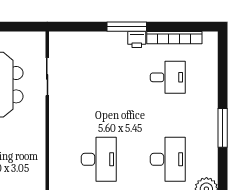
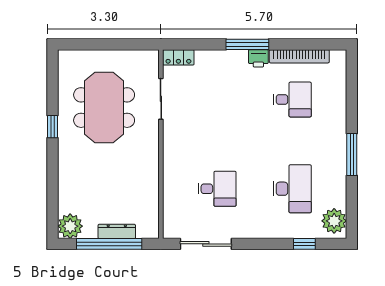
locker: (63, 39) -> (178, 57), added
desk: (99, 159) -> (217, 189), width x0.73

